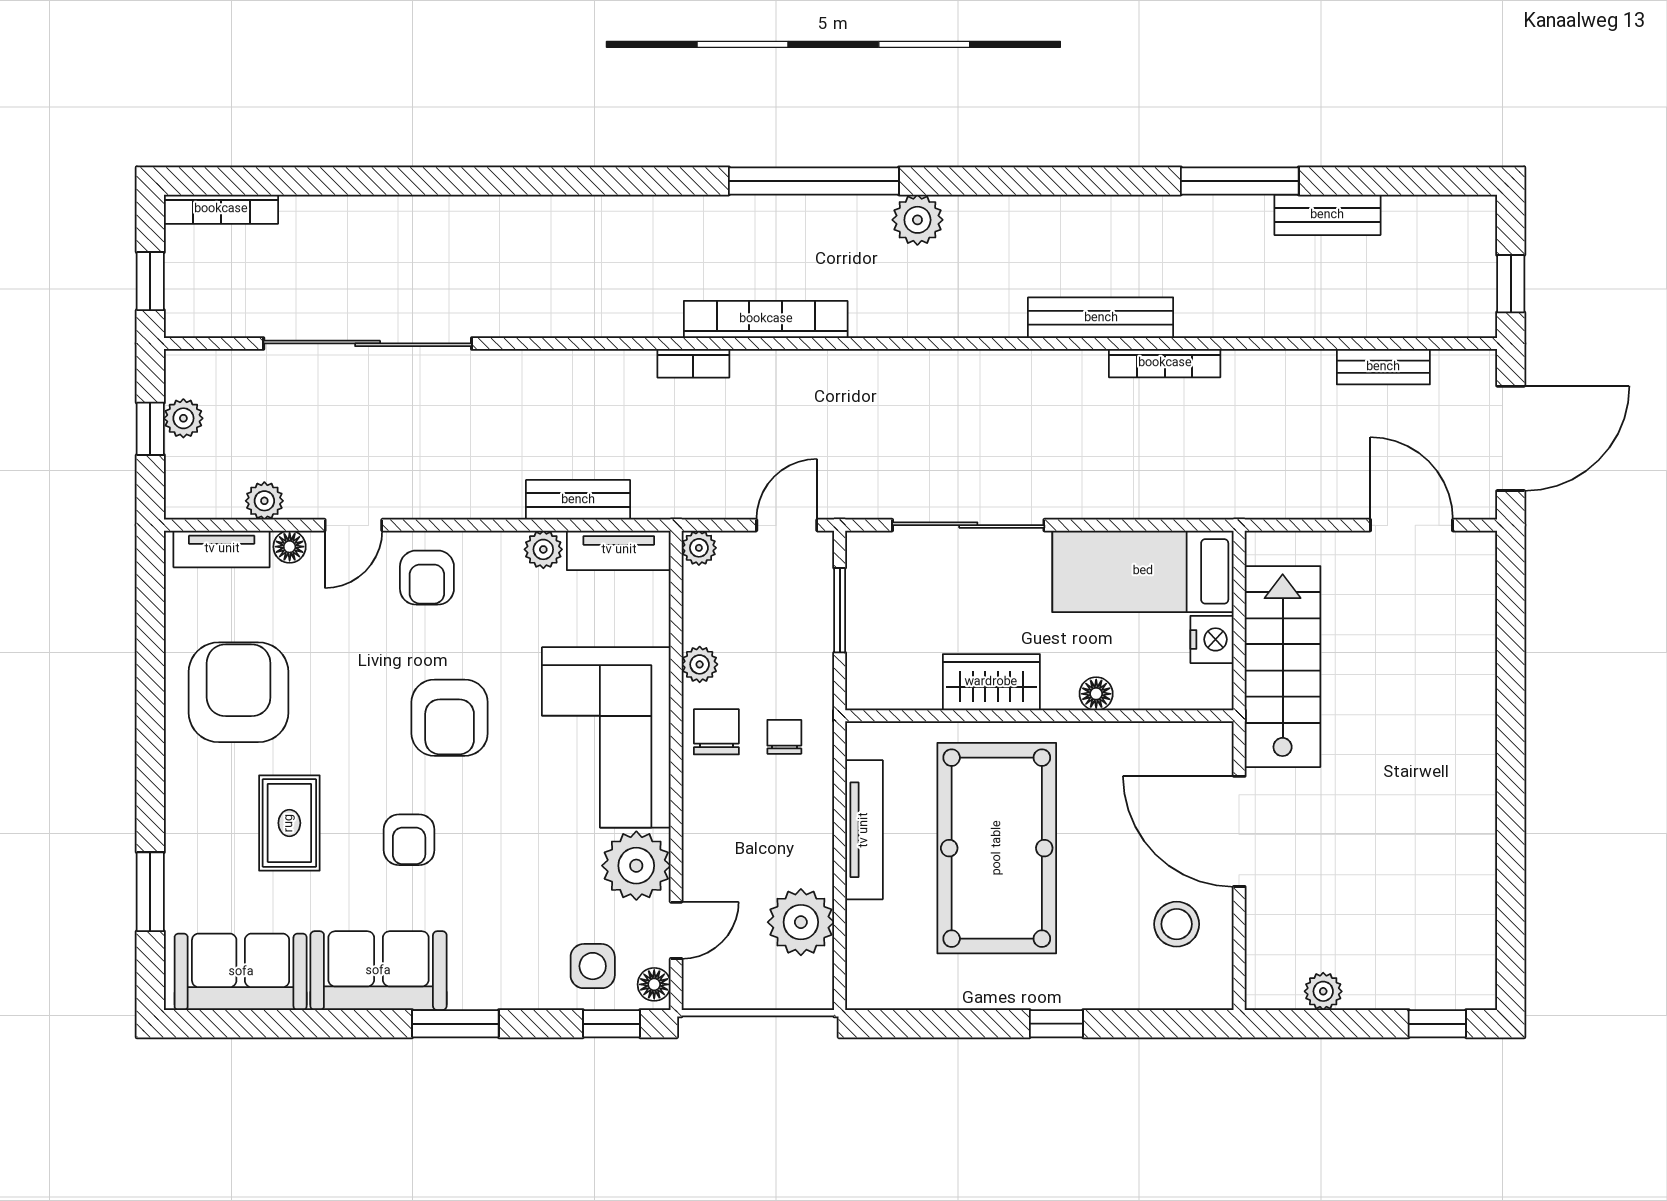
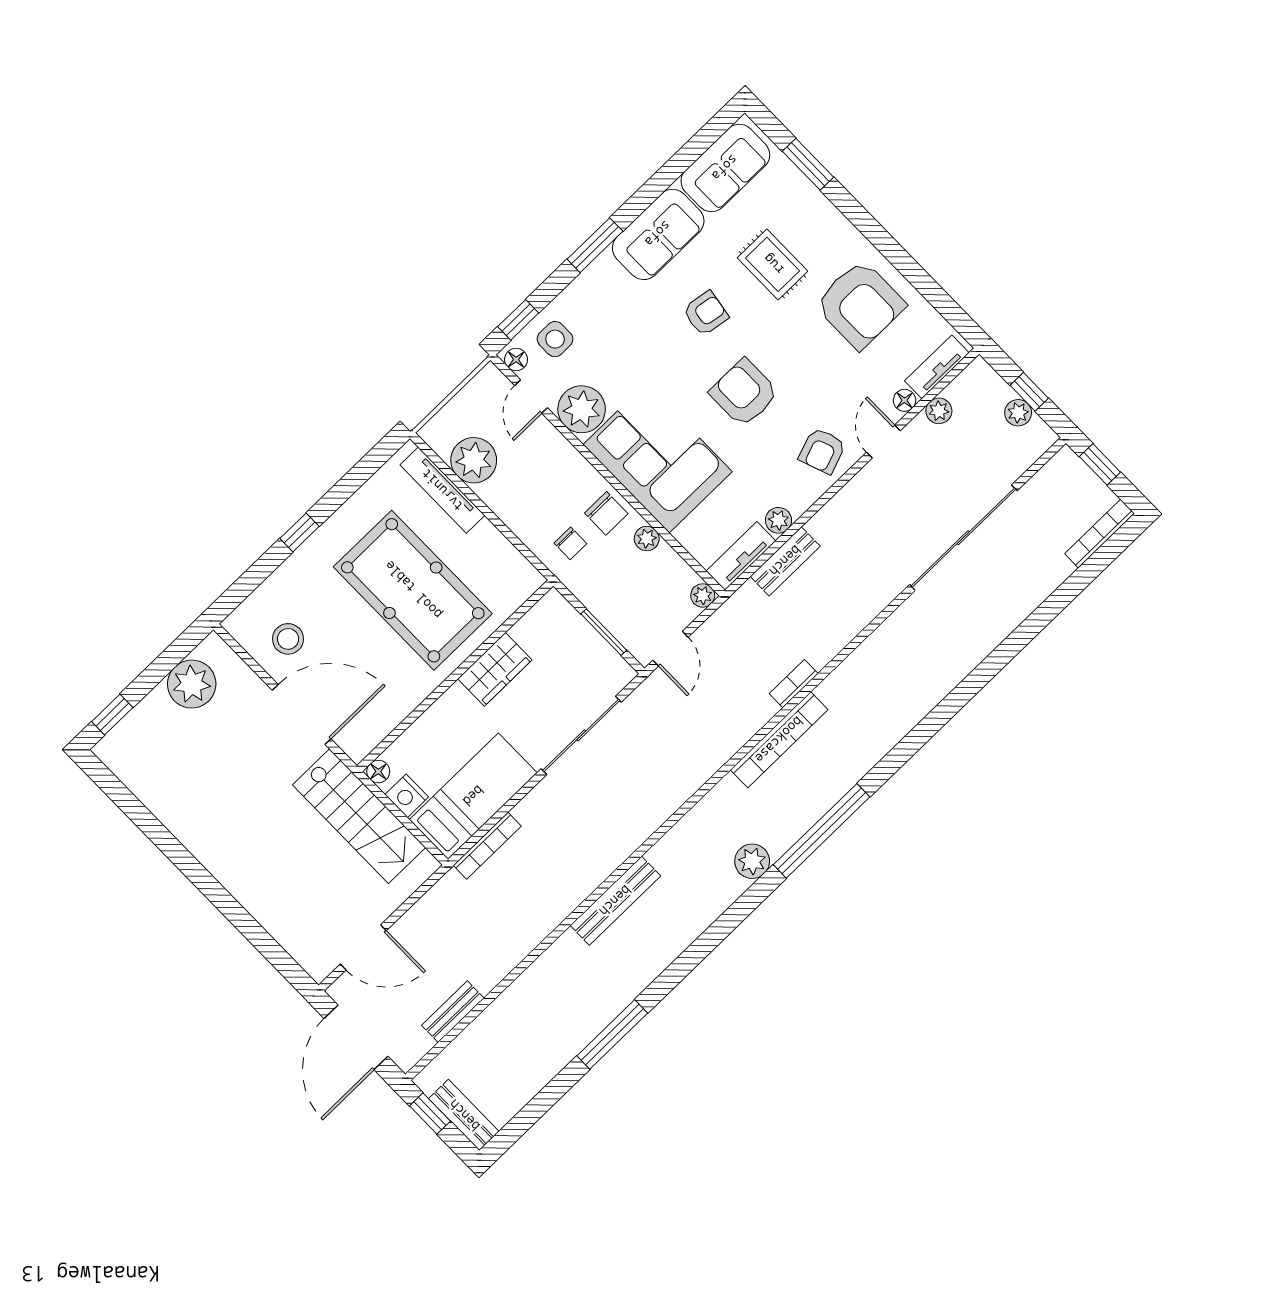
bench: (1327, 215) -> (464, 1115), moved, turned 90
bookcase: (1165, 363) -> (487, 846), moved, turned 180
armchair: (427, 578) -> (822, 451), turned -110
floor lamp: (1096, 694) -> (378, 772), moved
tv unit: (864, 830) -> (442, 490), moved
armchair: (409, 840) -> (706, 313), turned 99
plant: (1323, 991) -> (192, 684), width x1.88, depth x1.88

